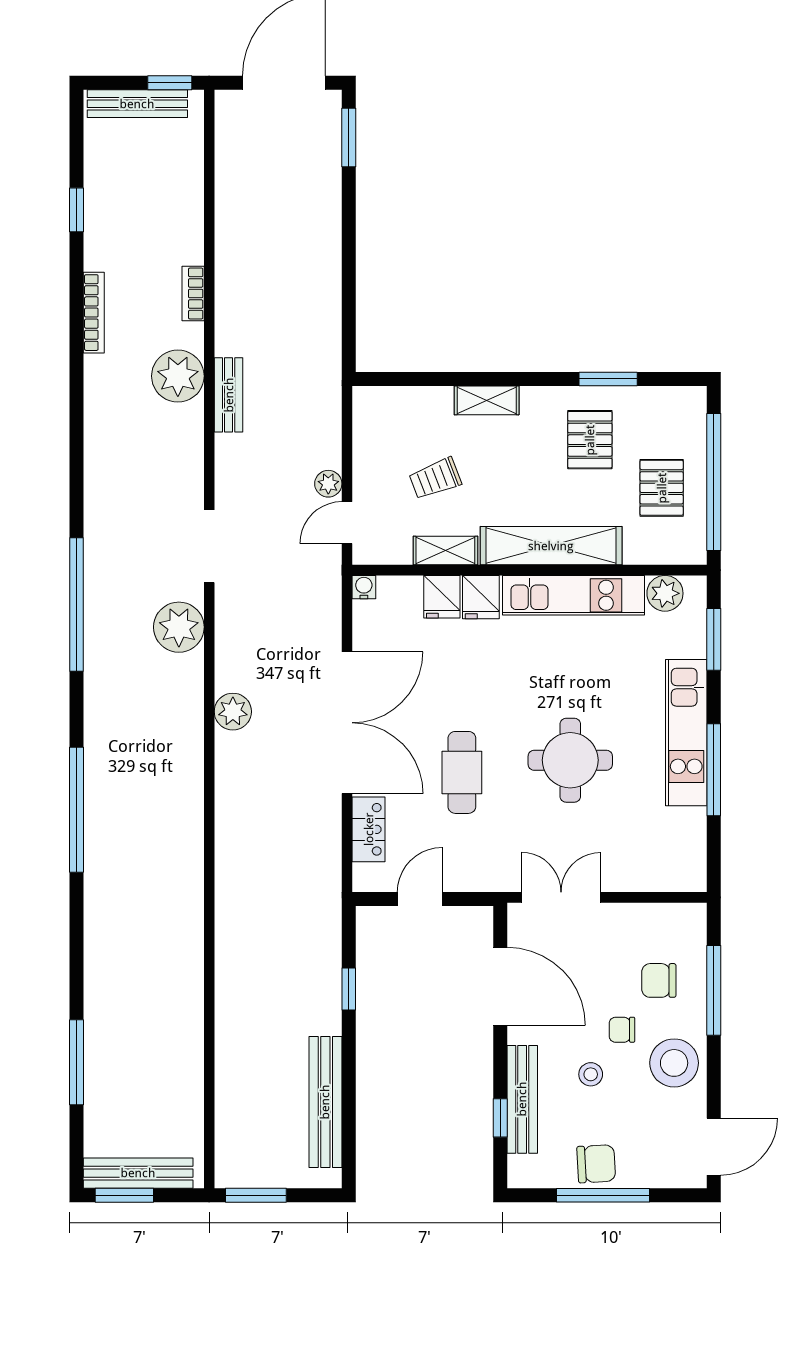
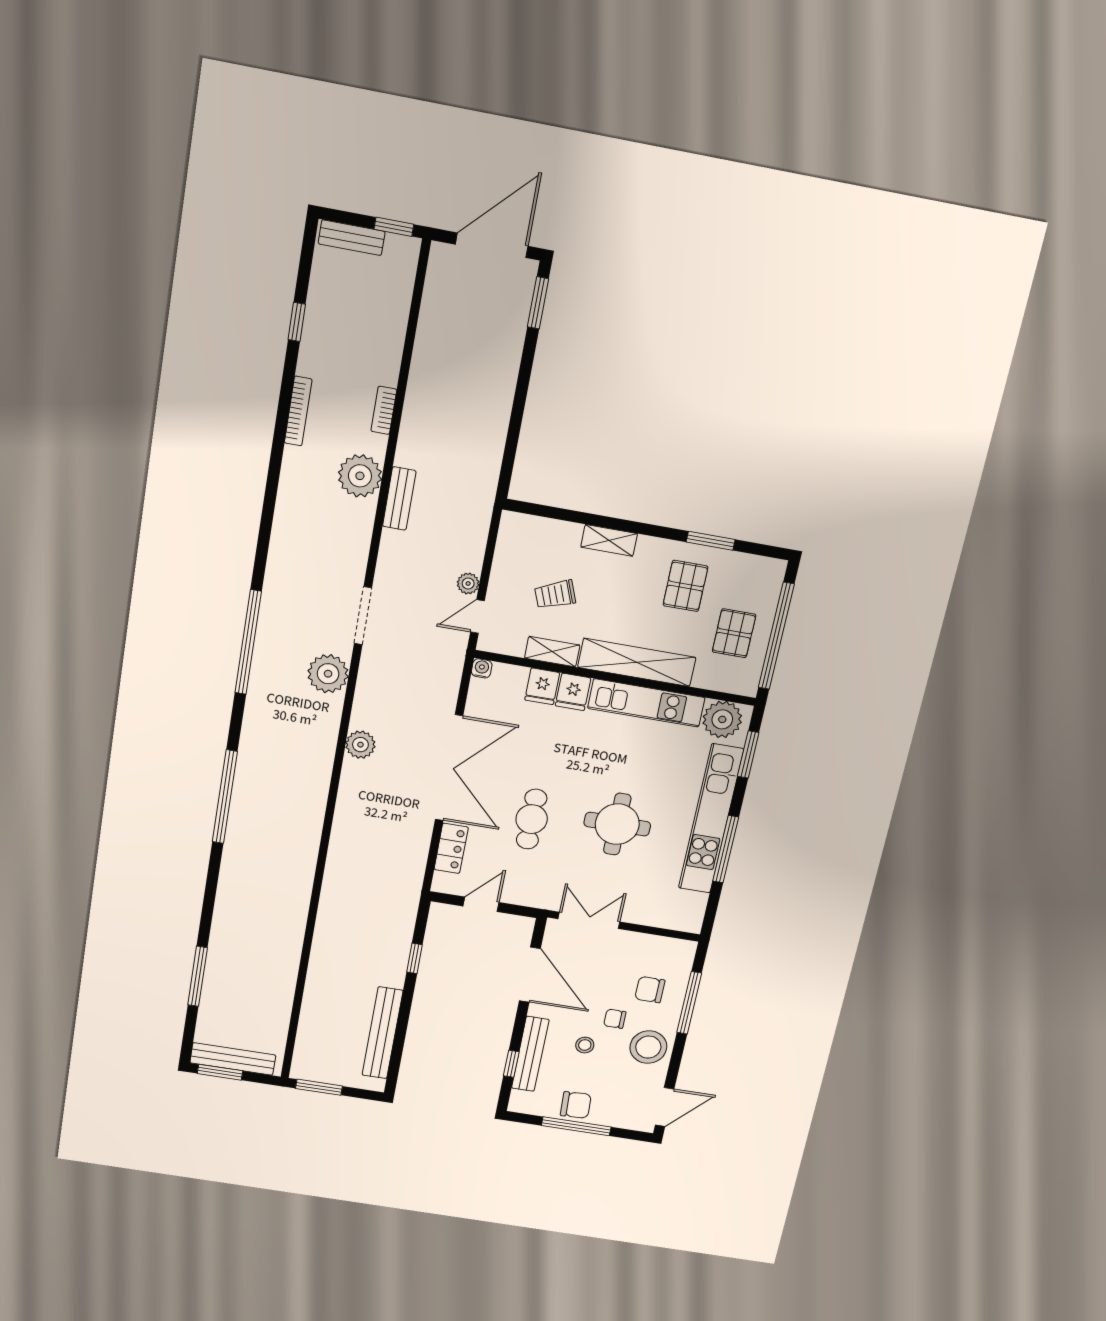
bench: (137, 104) -> (352, 238), width x0.73
plant: (665, 593) -> (722, 719), width x1.36, depth x1.36
kitchen unit: (686, 733) -> (711, 819), width x1.36

